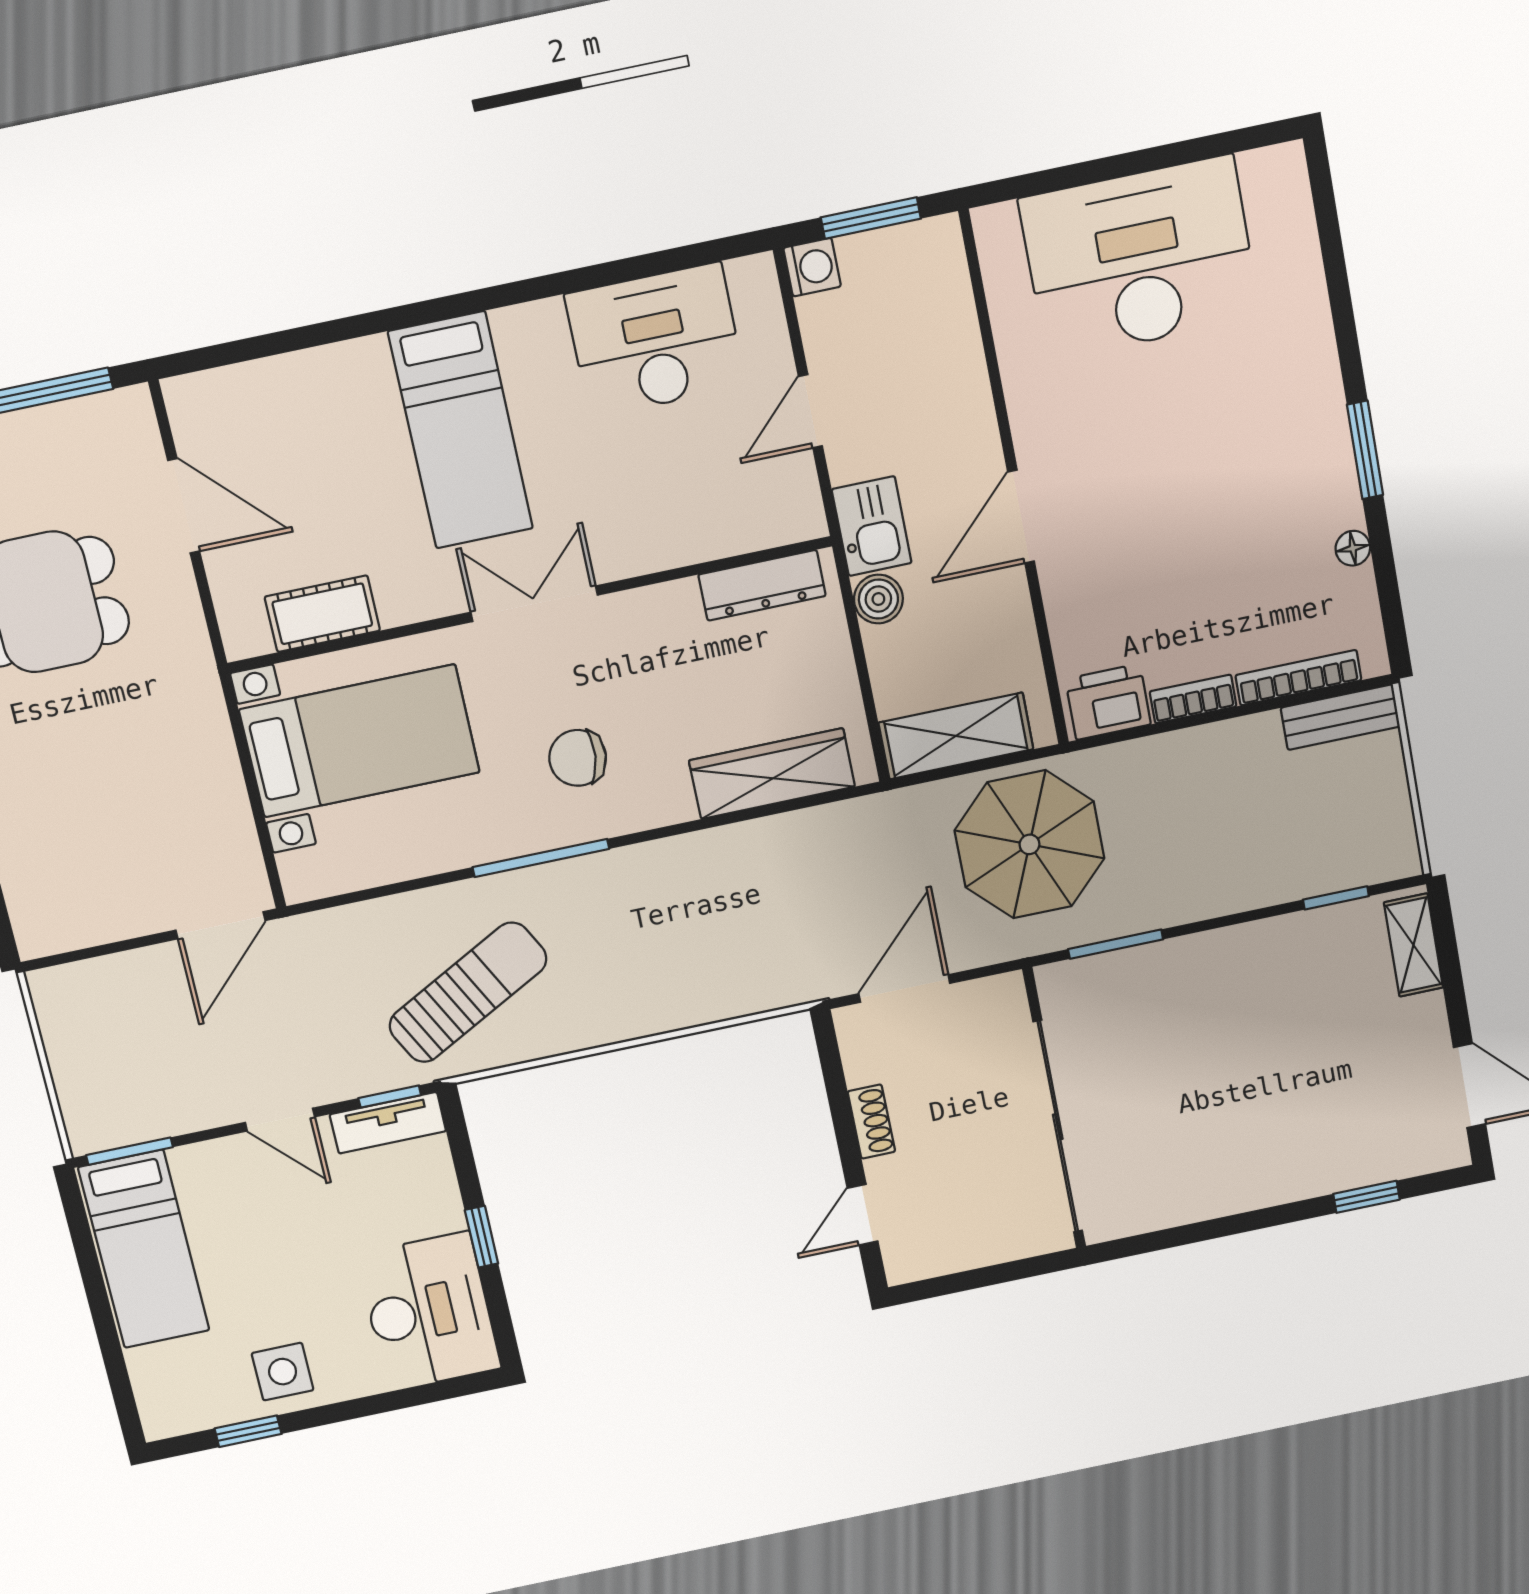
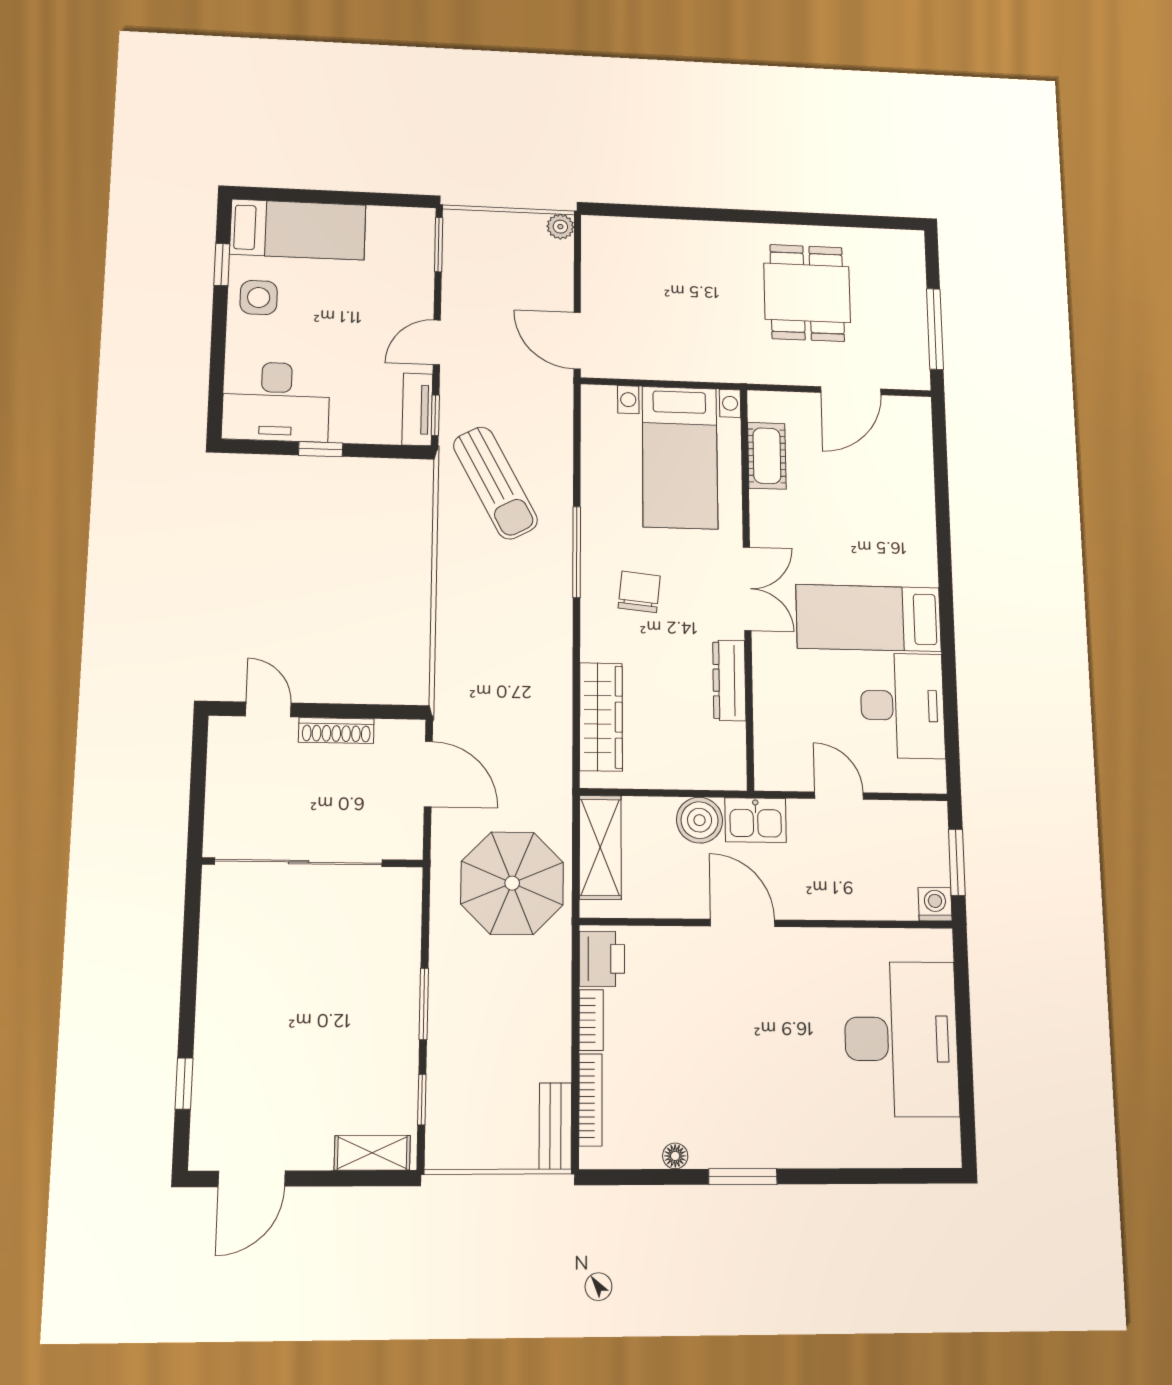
washing machine: (812, 267) -> (935, 904), moved, turned 180
bed: (461, 430) -> (869, 618), moved
dresser: (762, 585) -> (729, 680), moved
boiler: (878, 599) -> (700, 820), width x1.36, depth x1.36
window: (1116, 944) -> (424, 1004), moved
plant: (48, 987) -> (560, 227), added
shoe rack: (871, 1122) -> (336, 730), width x1.43
bed: (144, 1249) -> (298, 230), moved, turned 180

